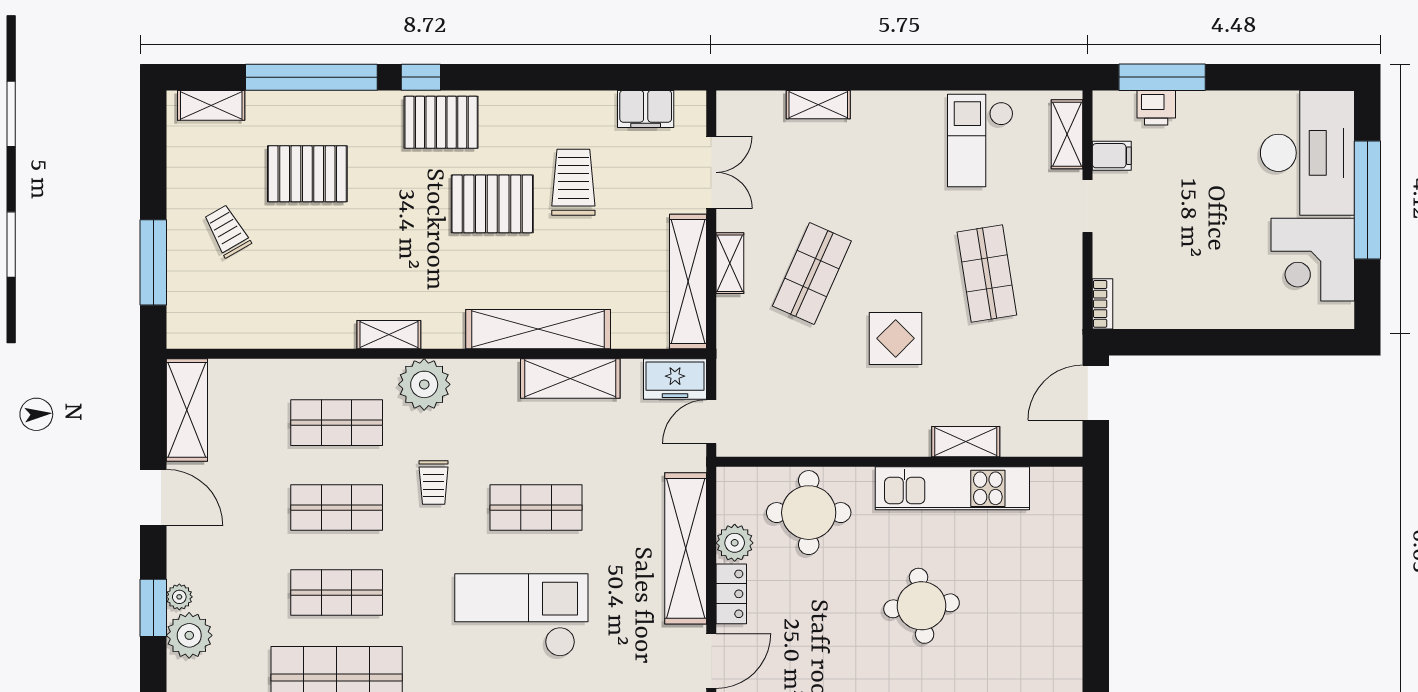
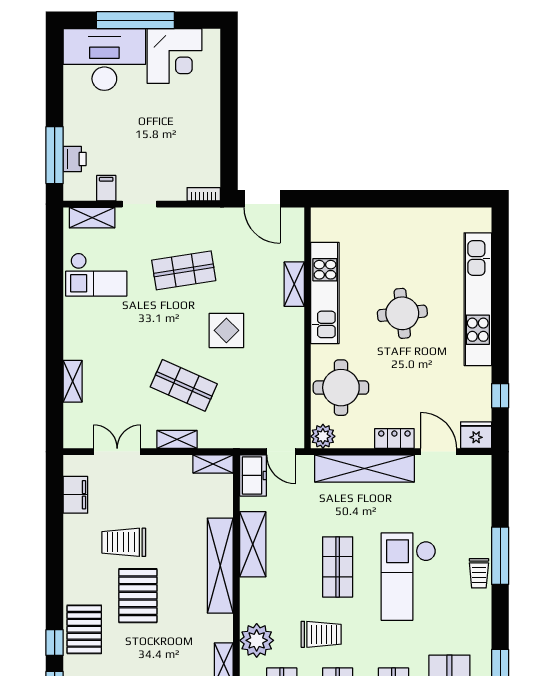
shelving: (688, 281) -> (213, 464), width x0.45, depth x0.75
trolley: (434, 483) -> (321, 634), width x1.36, depth x1.39
plant: (735, 543) -> (323, 436), moved

